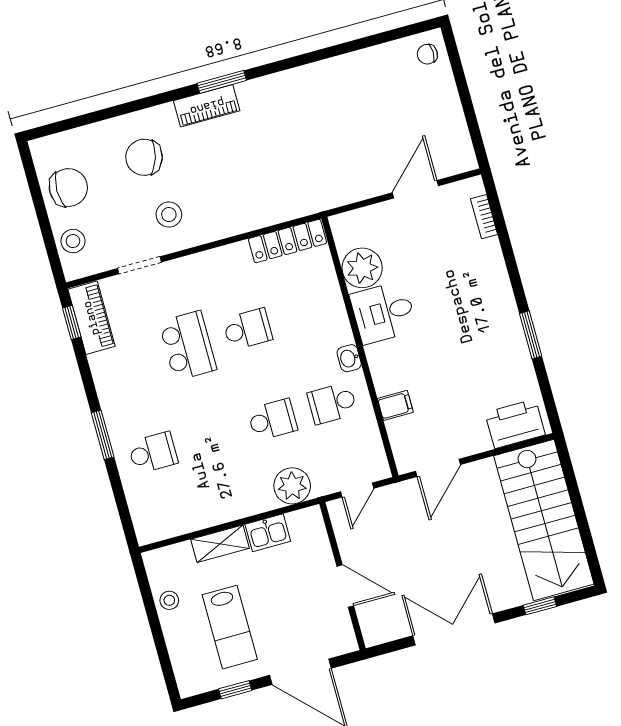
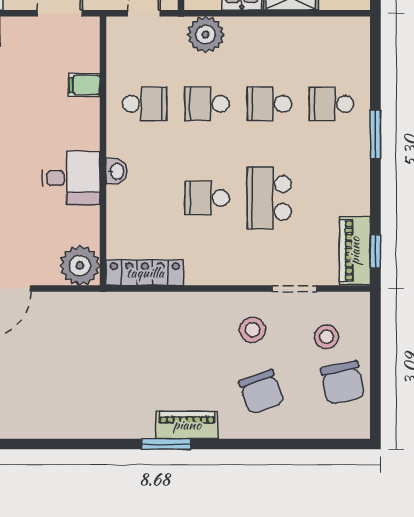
chair: (144, 157) -> (261, 392), turned 53
chair: (68, 188) -> (343, 383), turned -102
stool: (73, 241) -> (326, 337), moved
plant: (362, 268) -> (80, 265), moved
washbasin: (349, 358) -> (116, 171), moved
school desk: (213, 436) -> (269, 104), added

